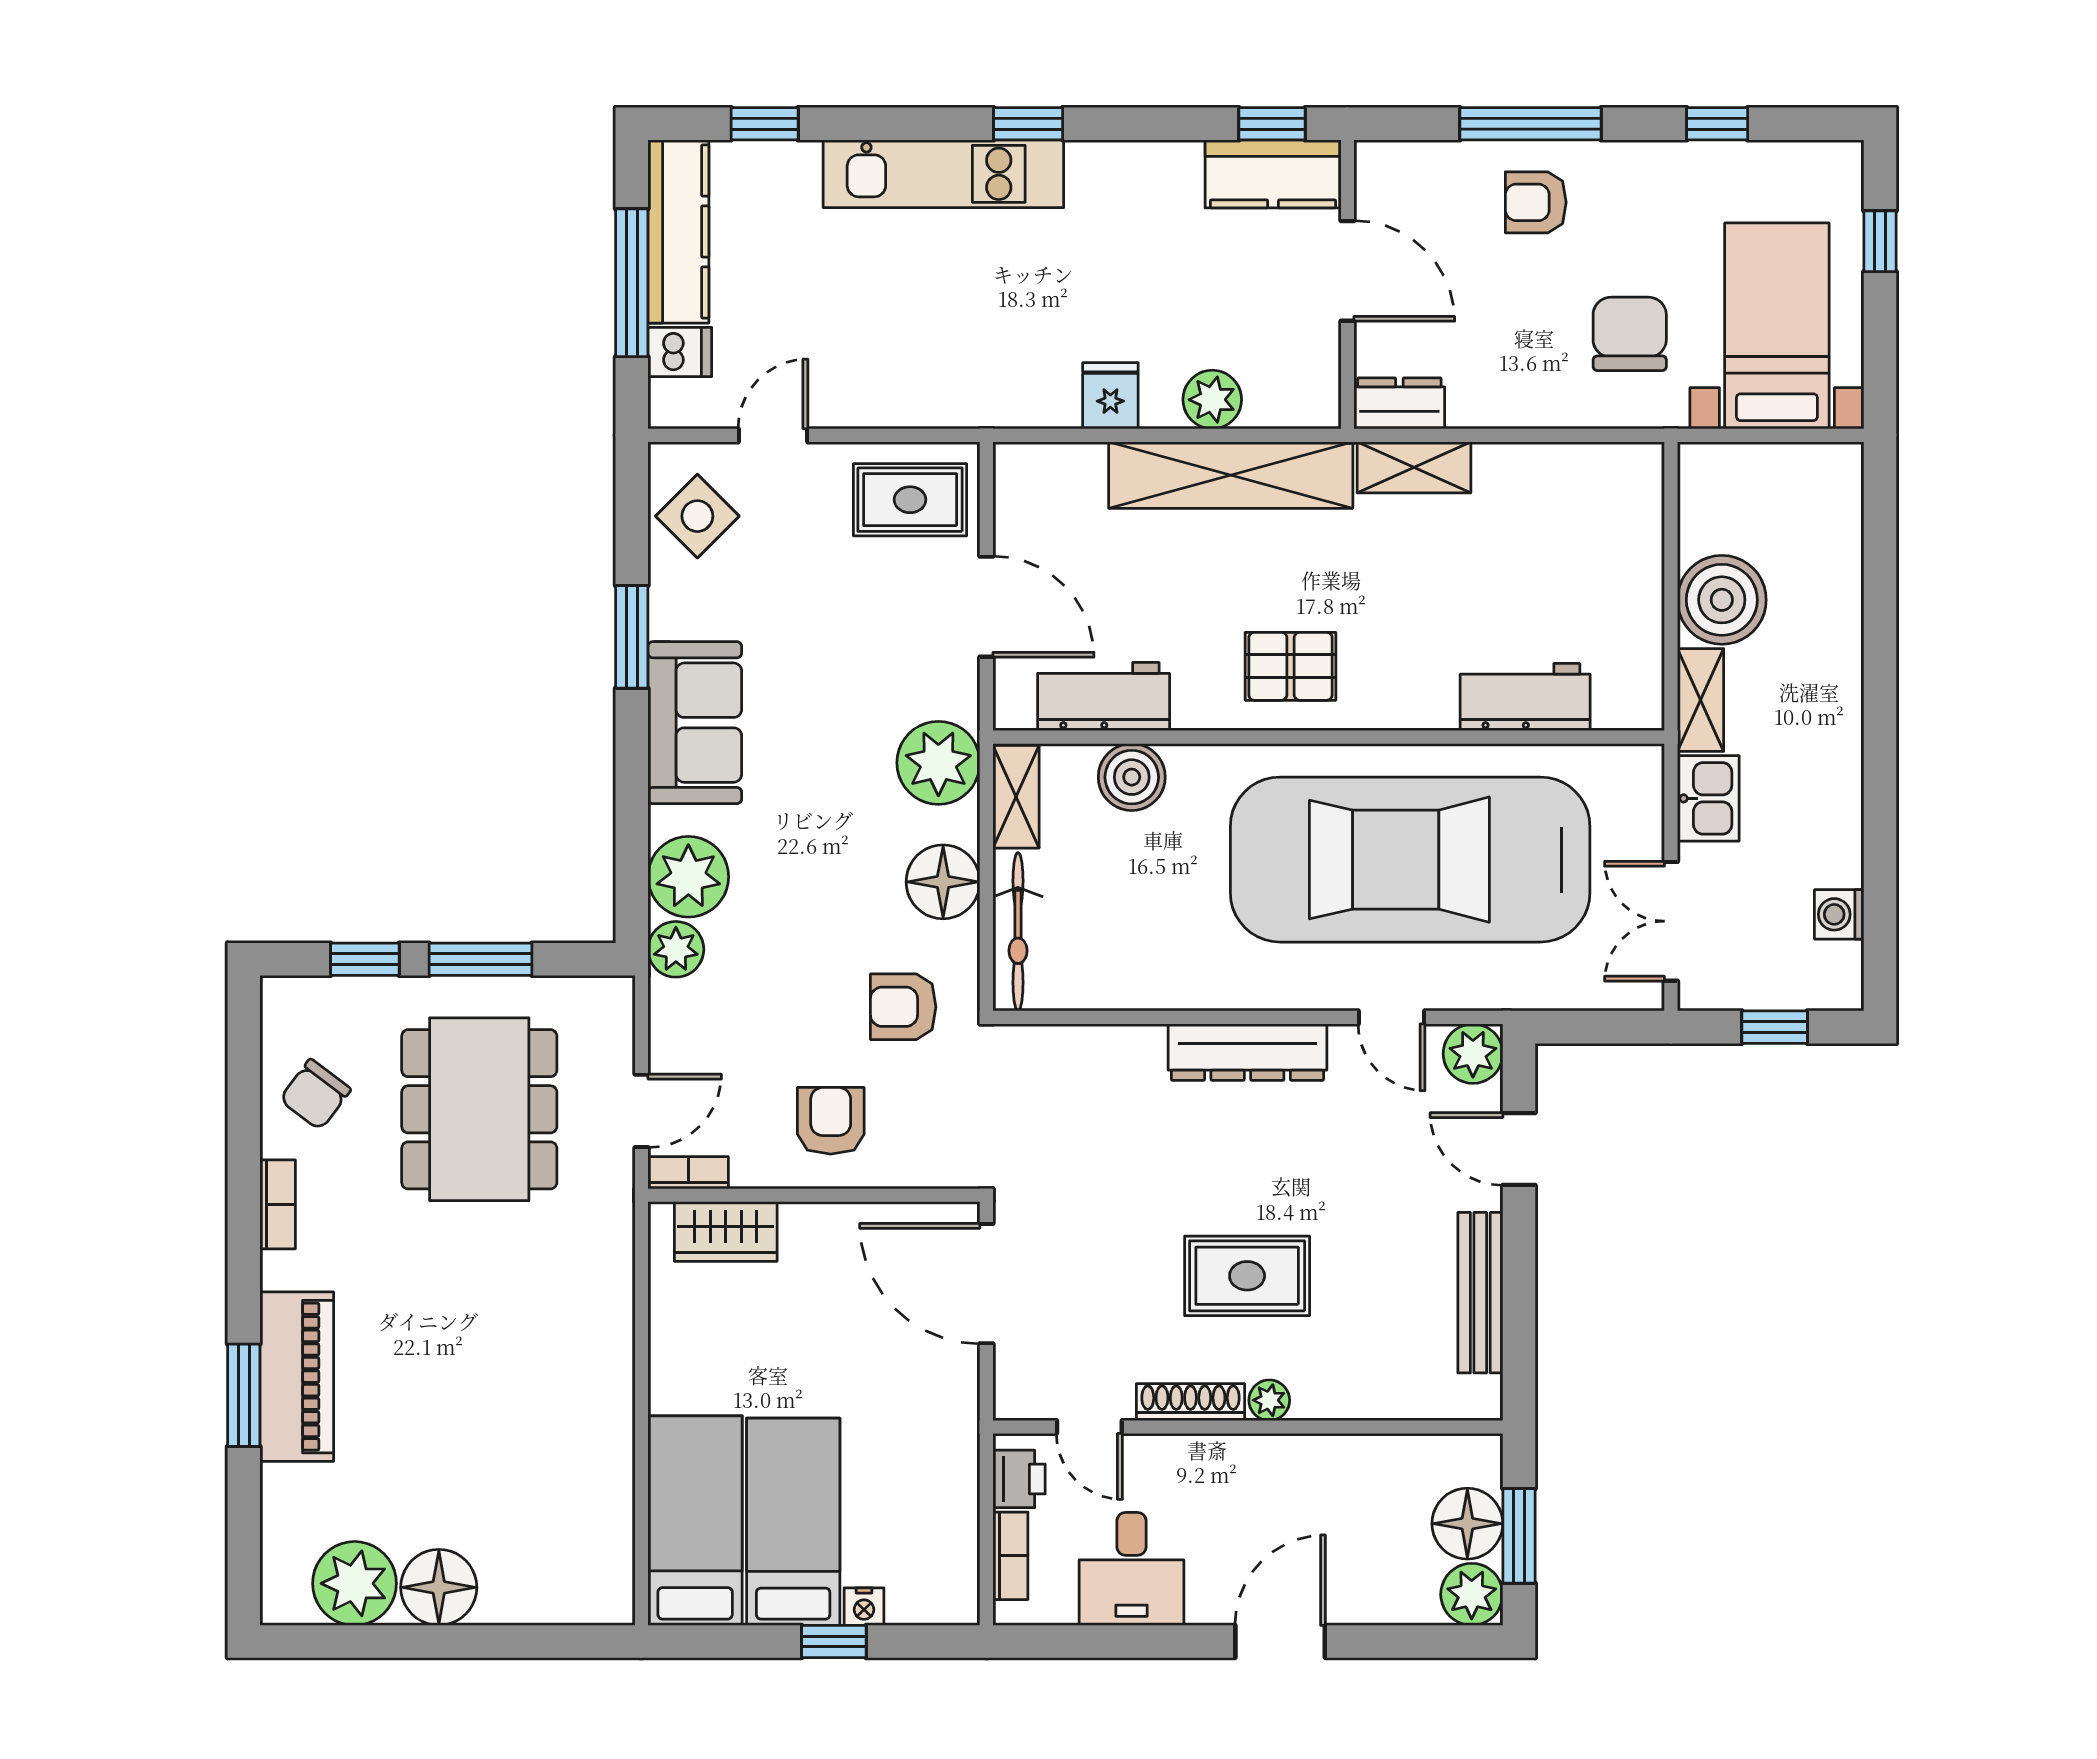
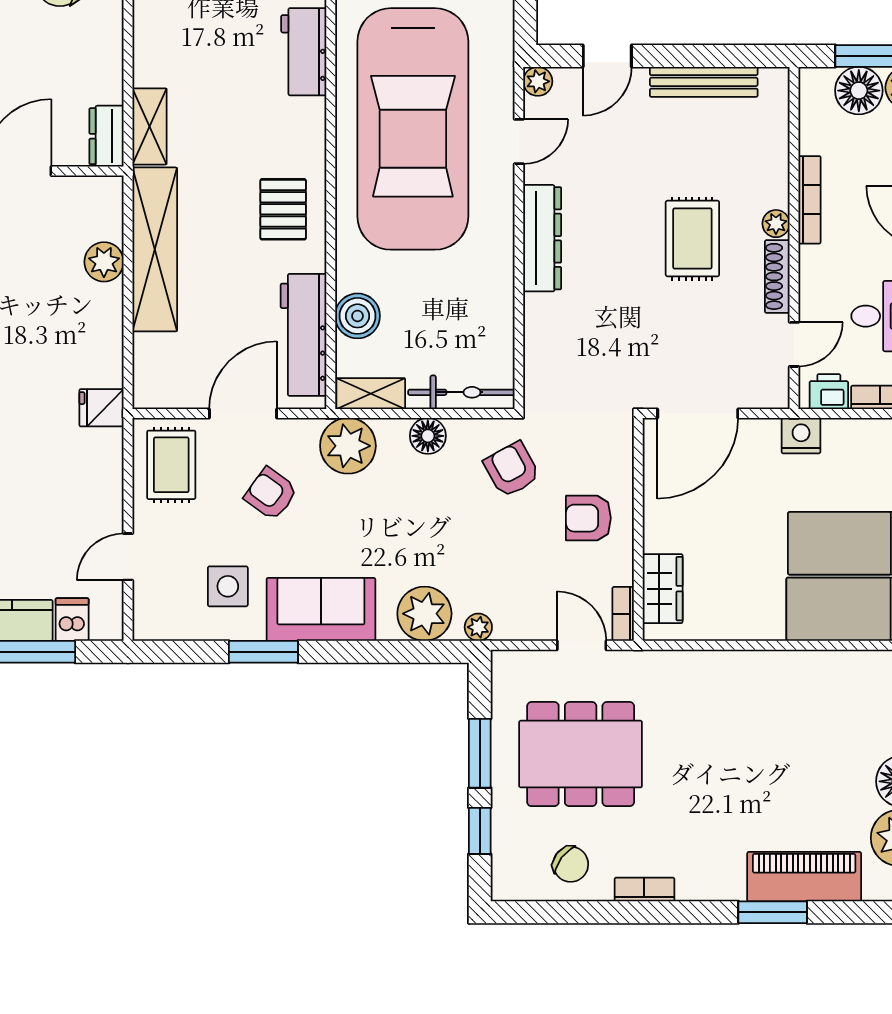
fridge: (1110, 396) -> (101, 408), moved
door: (773, 435) -> (128, 557), hinge flipped
side table: (697, 516) -> (228, 586), moved, turned 45
armchair: (867, 648) -> (271, 494), added
workbench: (1104, 697) -> (303, 335), width x1.38
floor lamp: (943, 882) -> (428, 436), width x0.73, depth x0.73
plant: (676, 949) -> (478, 627), width x0.73, depth x0.73
armchair: (903, 1007) -> (512, 469), turned 151
plant: (1473, 1054) -> (538, 81), width x0.73, depth x0.73
piano: (297, 1377) -> (804, 877), moved
nightstand: (953, 1438) -> (801, 436), added
bookcase: (1305, 1450) -> (809, 200), added

